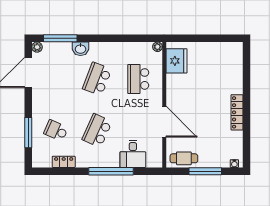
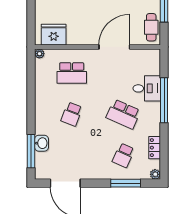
plant: (37, 47) -> (155, 174), moved
washbasin: (80, 49) -> (41, 143), moved
school desk: (97, 79) -> (72, 114), width x0.54
desk: (133, 154) -> (147, 88), moved

